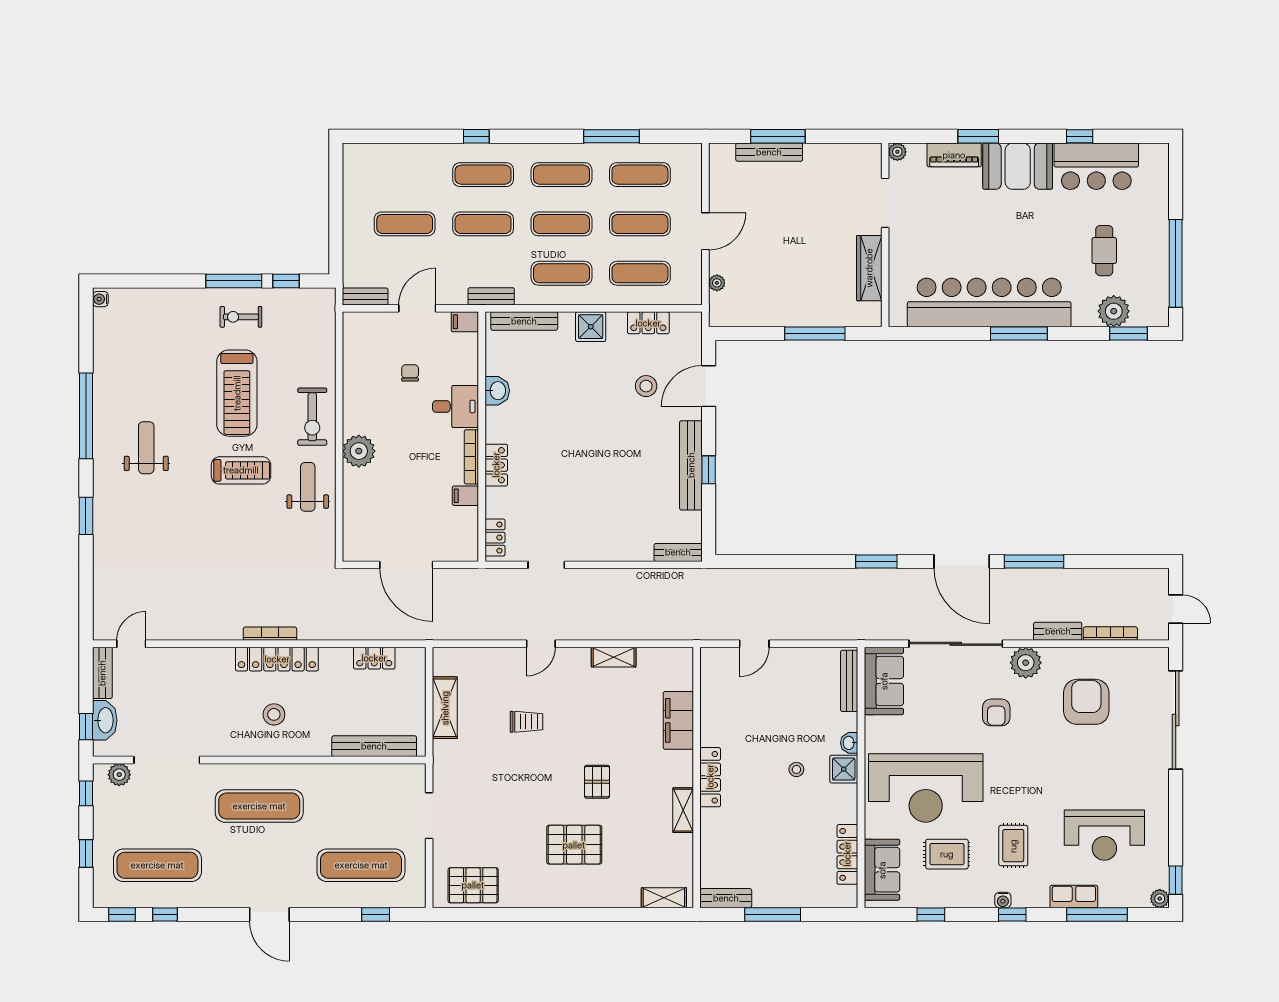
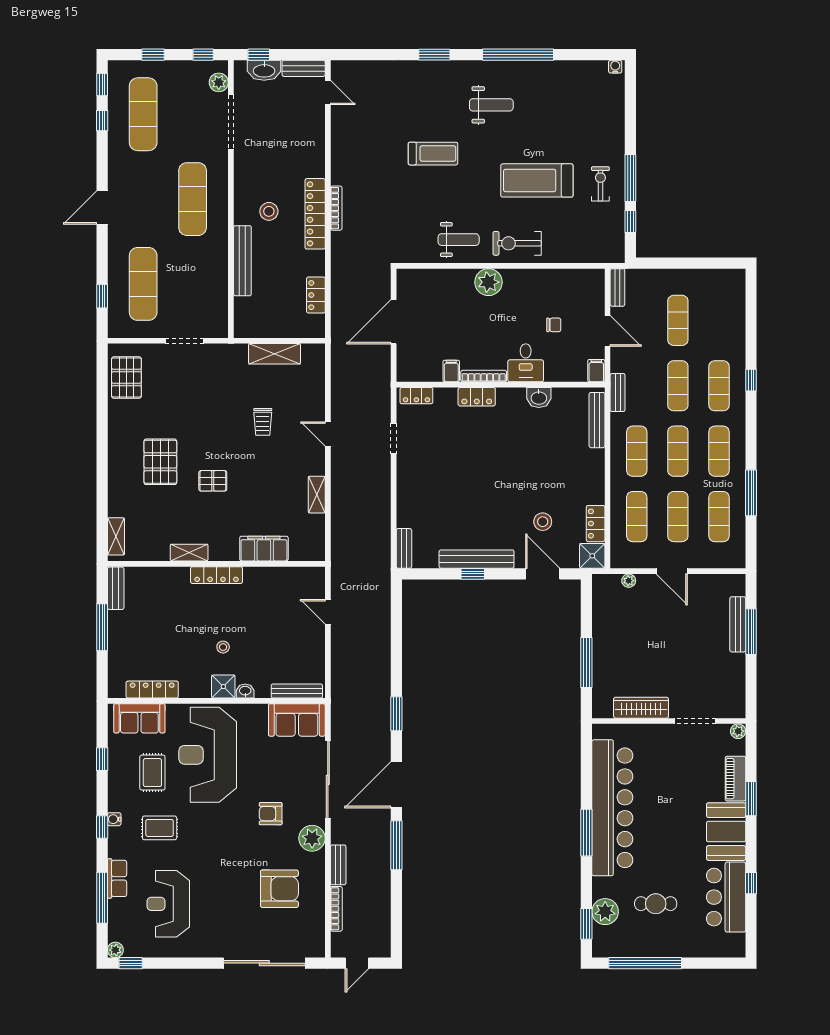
shower: (591, 327) -> (592, 556), moved
treadmill: (241, 470) -> (433, 154), moved, turned -90
bench: (374, 746) -> (242, 261), moved

